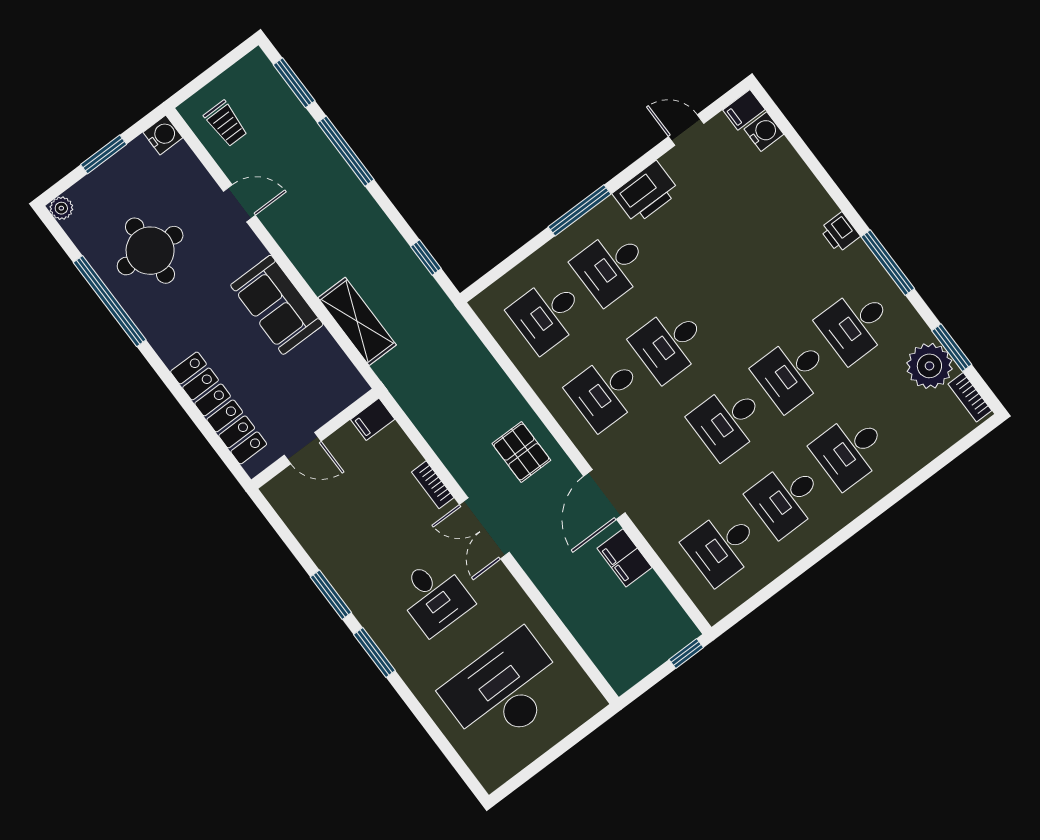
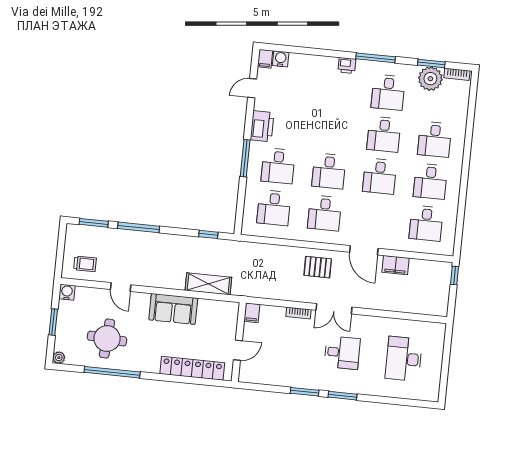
door: (239, 203) -> (121, 287), swing flipped
desk: (505, 690) -> (404, 359), width x0.73, depth x0.77

